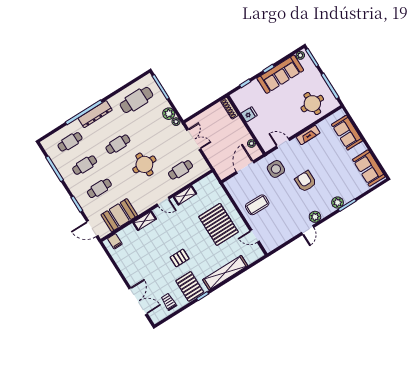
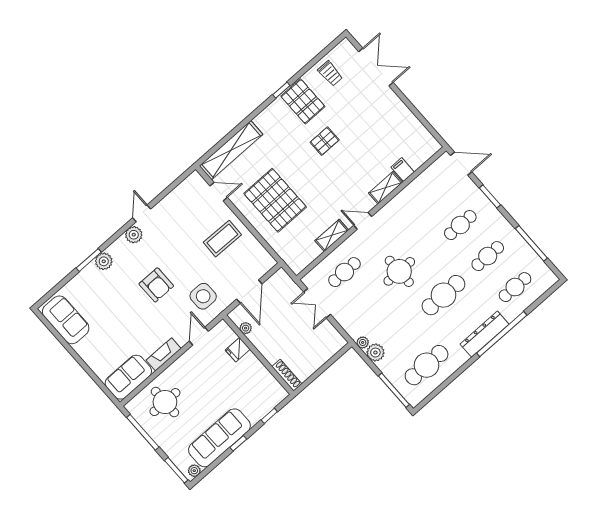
fridge: (249, 114) -> (238, 350), moved
sofa: (347, 133) -> (128, 377), moved, turned -90
double door: (194, 139) -> (317, 303), moved
door: (283, 143) -> (199, 336), swing flipped
cafe table: (118, 144) -> (443, 295), width x1.37, depth x1.35
booth: (119, 215) -> (424, 190), removed
filing cabinet: (115, 241) -> (403, 170), moved
shelving: (225, 273) -> (231, 150), moved
double door: (138, 301) -> (376, 67), swing flipped

